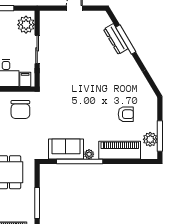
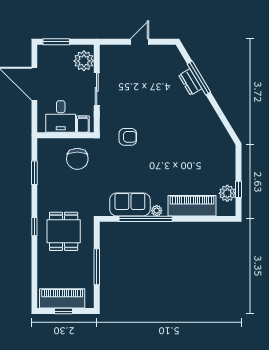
dresser: (116, 39) -> (190, 82), width x0.70
armchair: (126, 114) -> (128, 137), moved
window: (160, 136) -> (238, 189), width x0.46

